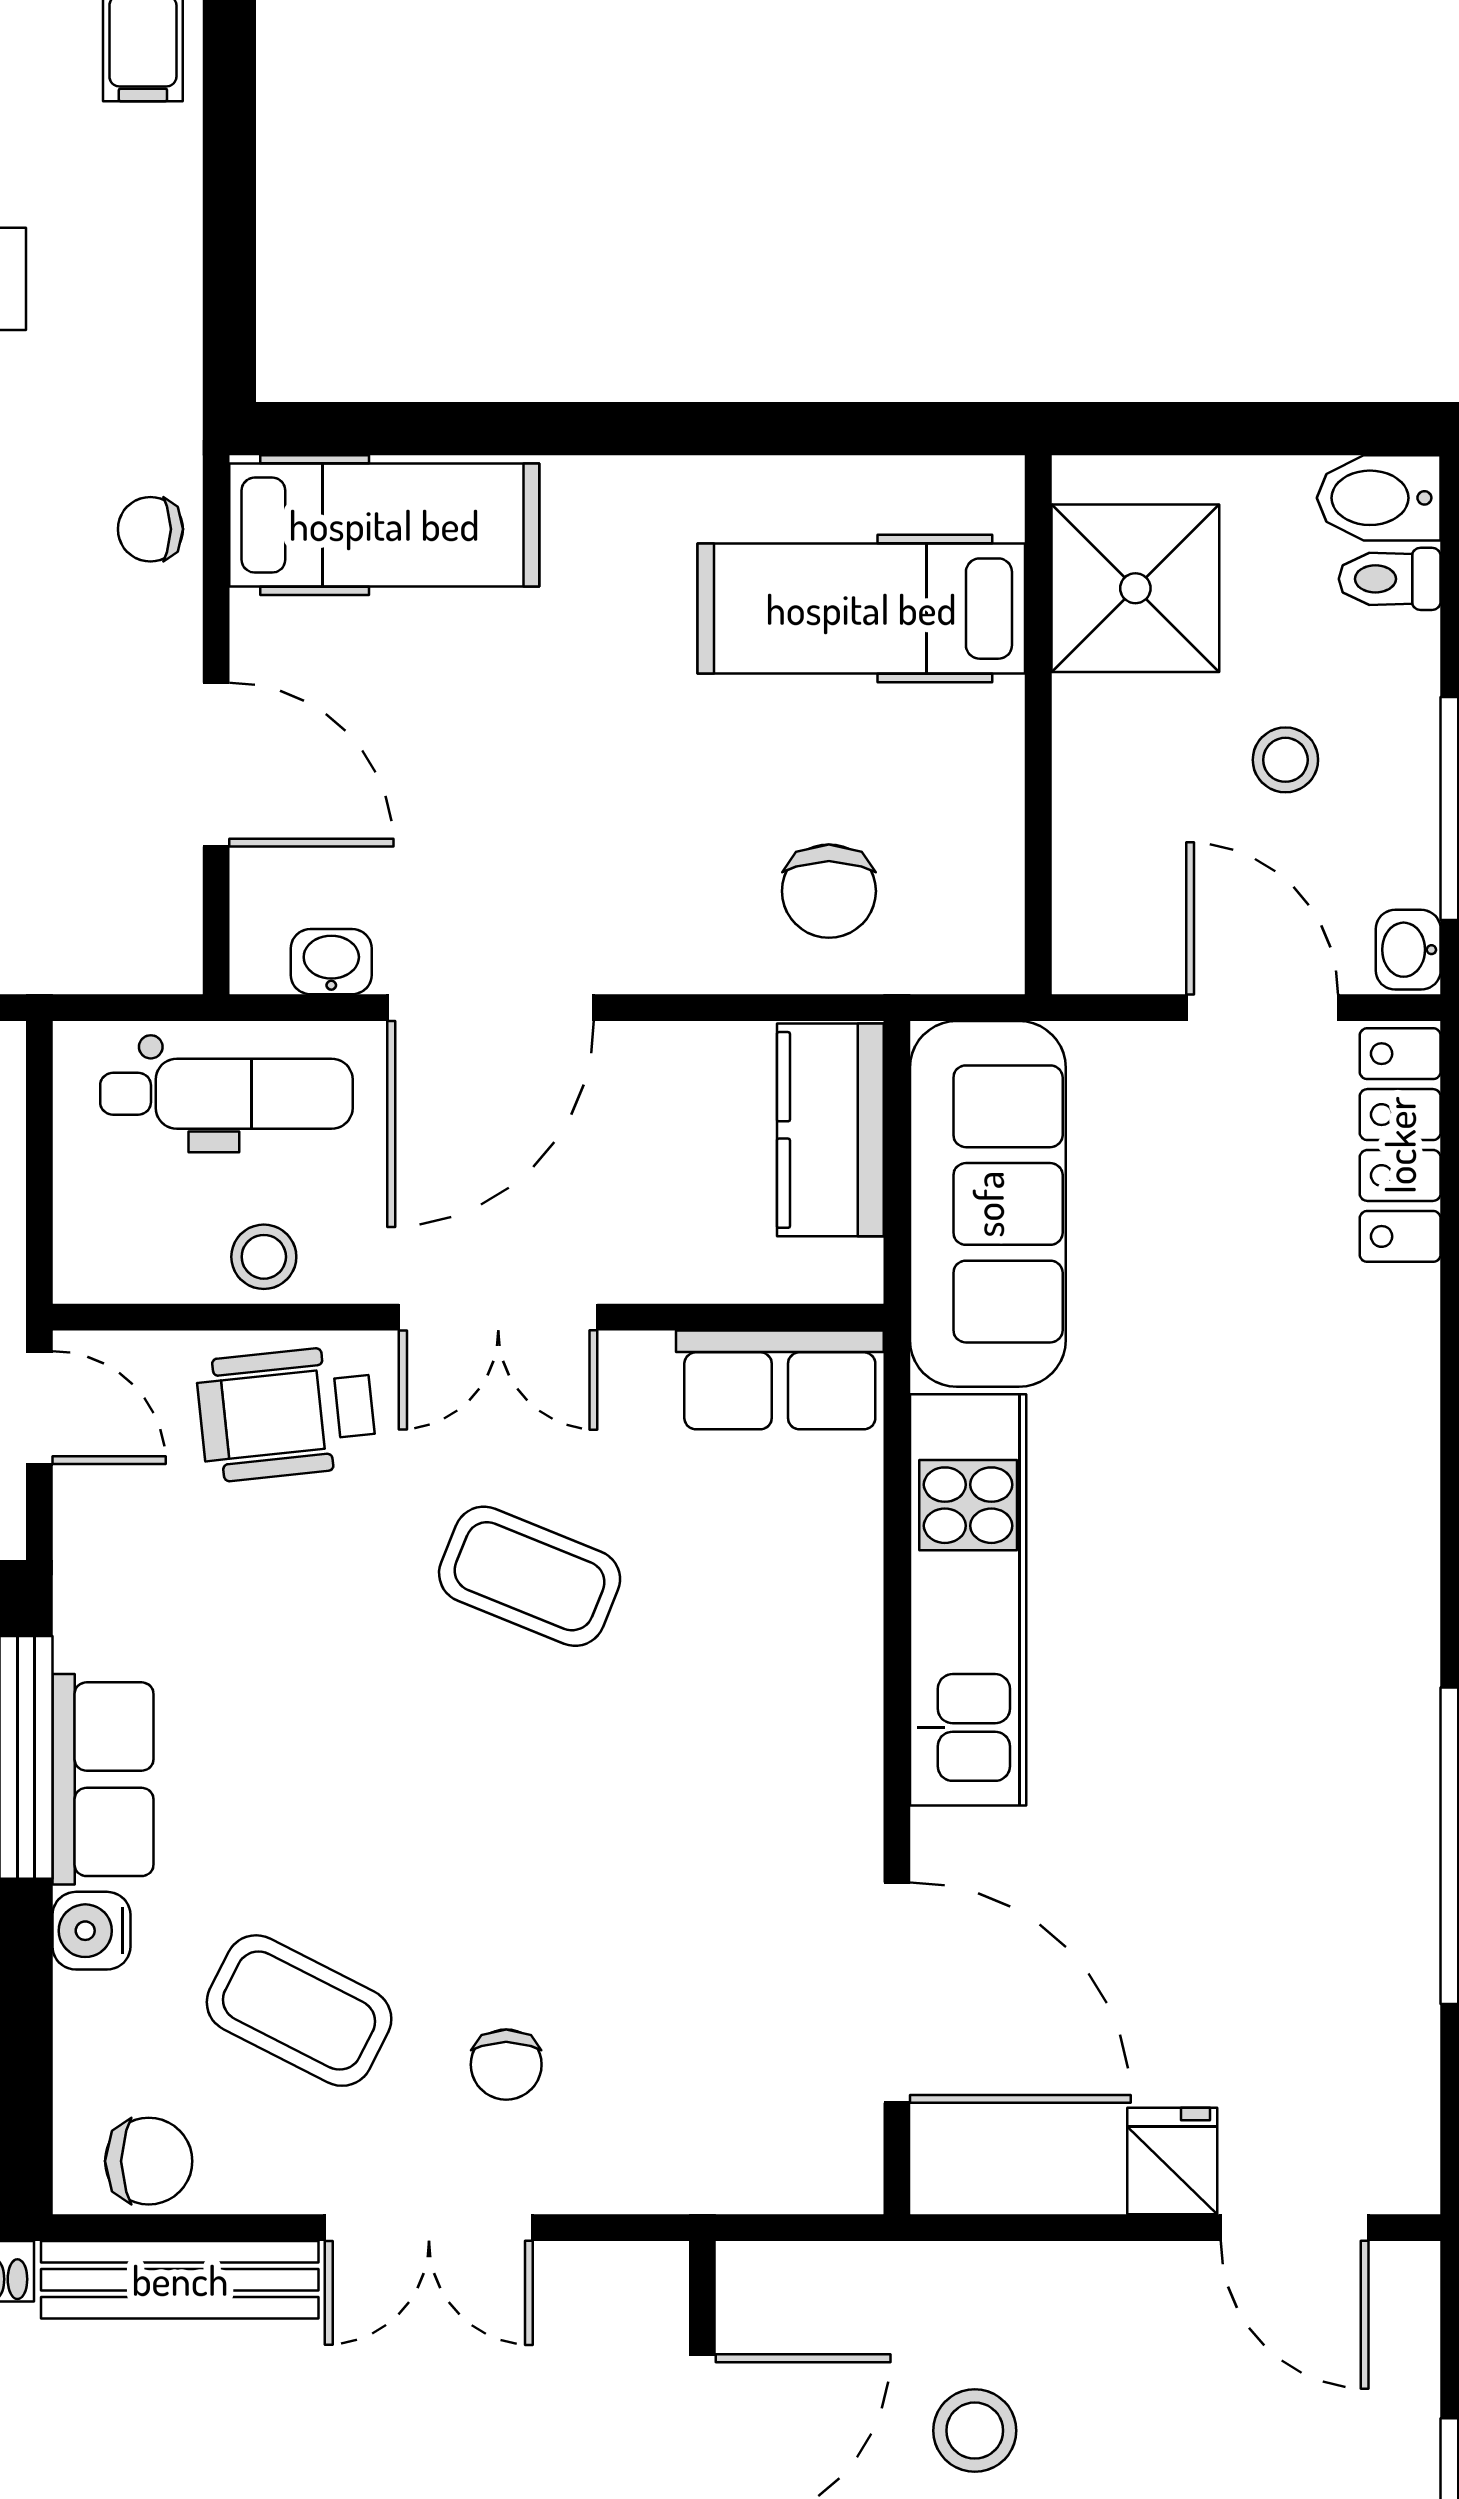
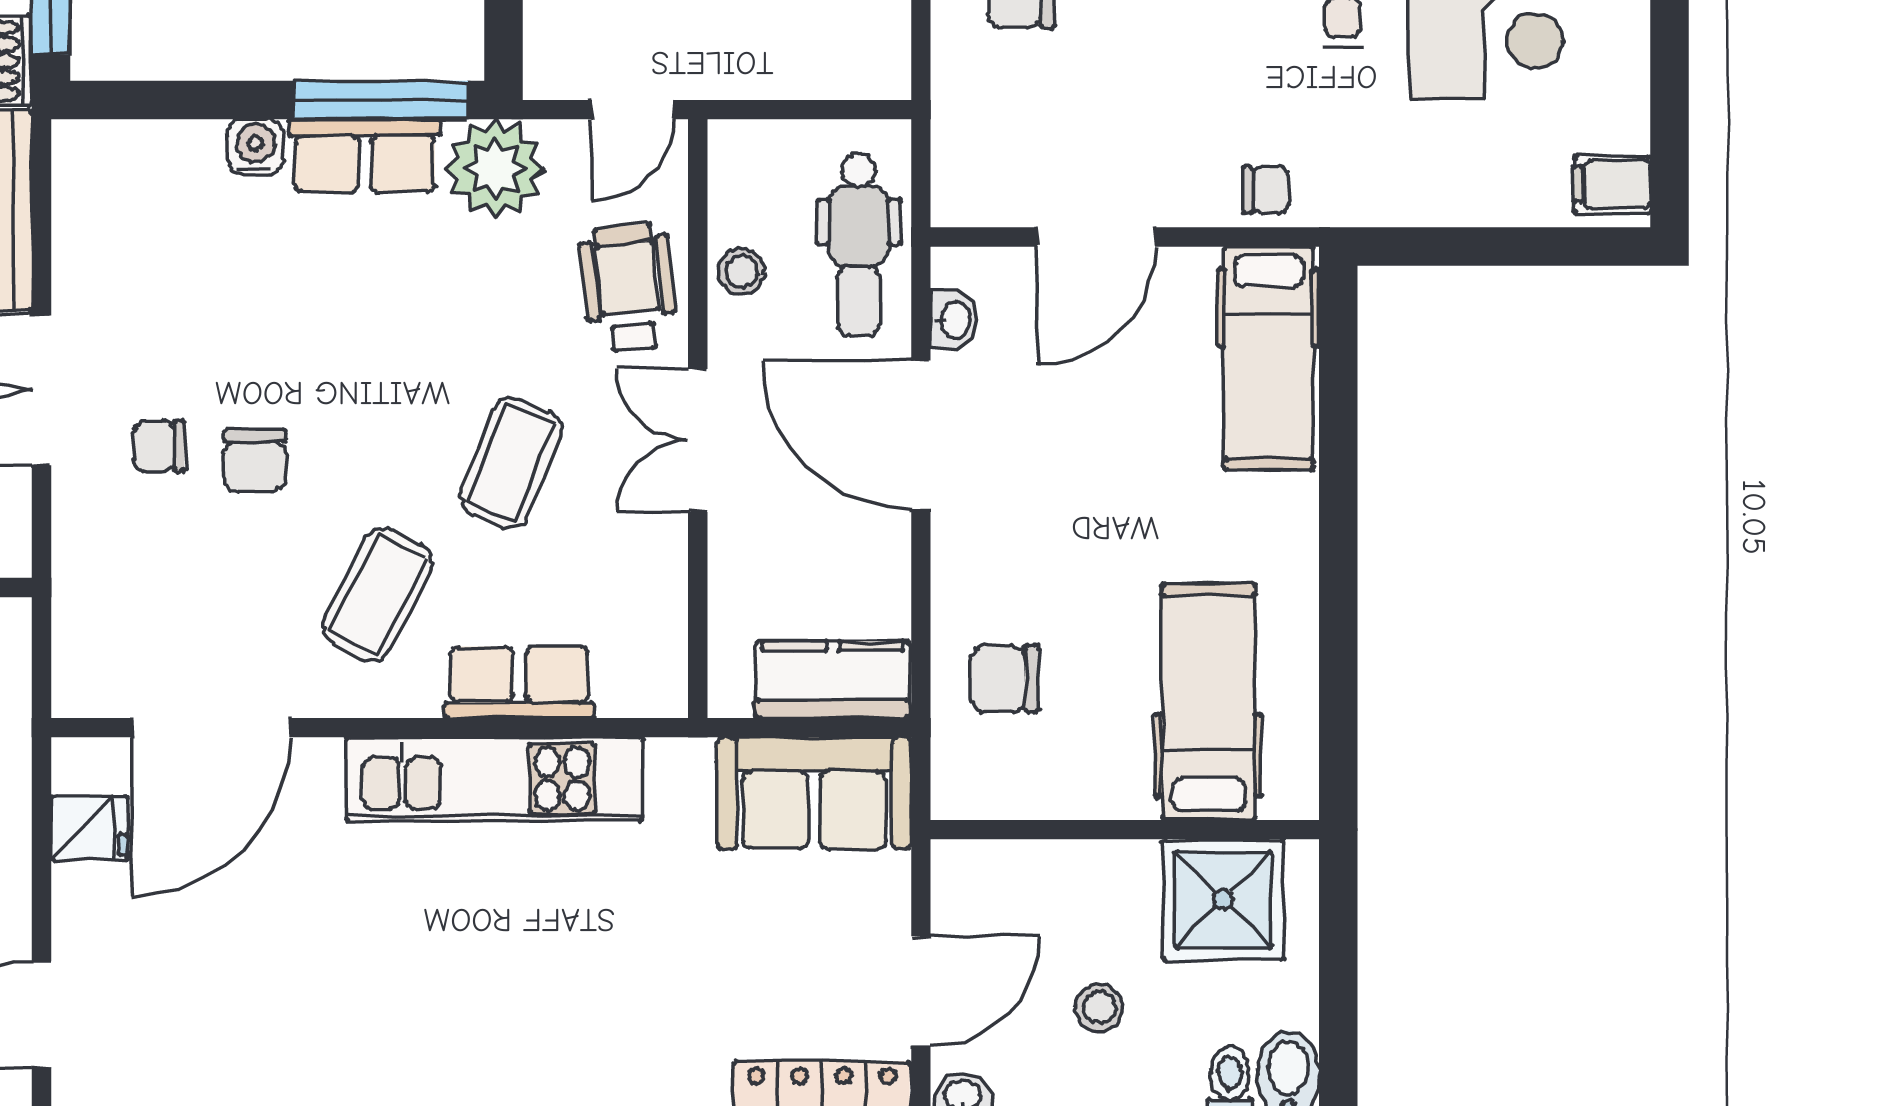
chair: (150, 529) -> (1266, 190), turned 90
sofa: (988, 1204) -> (814, 793), width x0.73
row of seats: (780, 1380) -> (519, 682), moved, turned 90
plant: (121, 1598) -> (495, 168), added
coffee table: (299, 2011) -> (378, 595), moved
chair: (149, 2161) -> (255, 460), moved
fridge: (1172, 2161) -> (90, 828), moved

